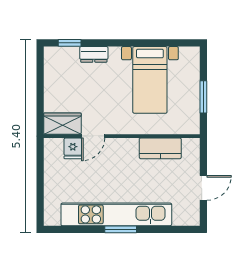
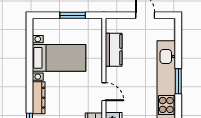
dresser: (94, 54) -> (39, 98), width x1.44
door: (93, 136) -> (104, 92), moved

